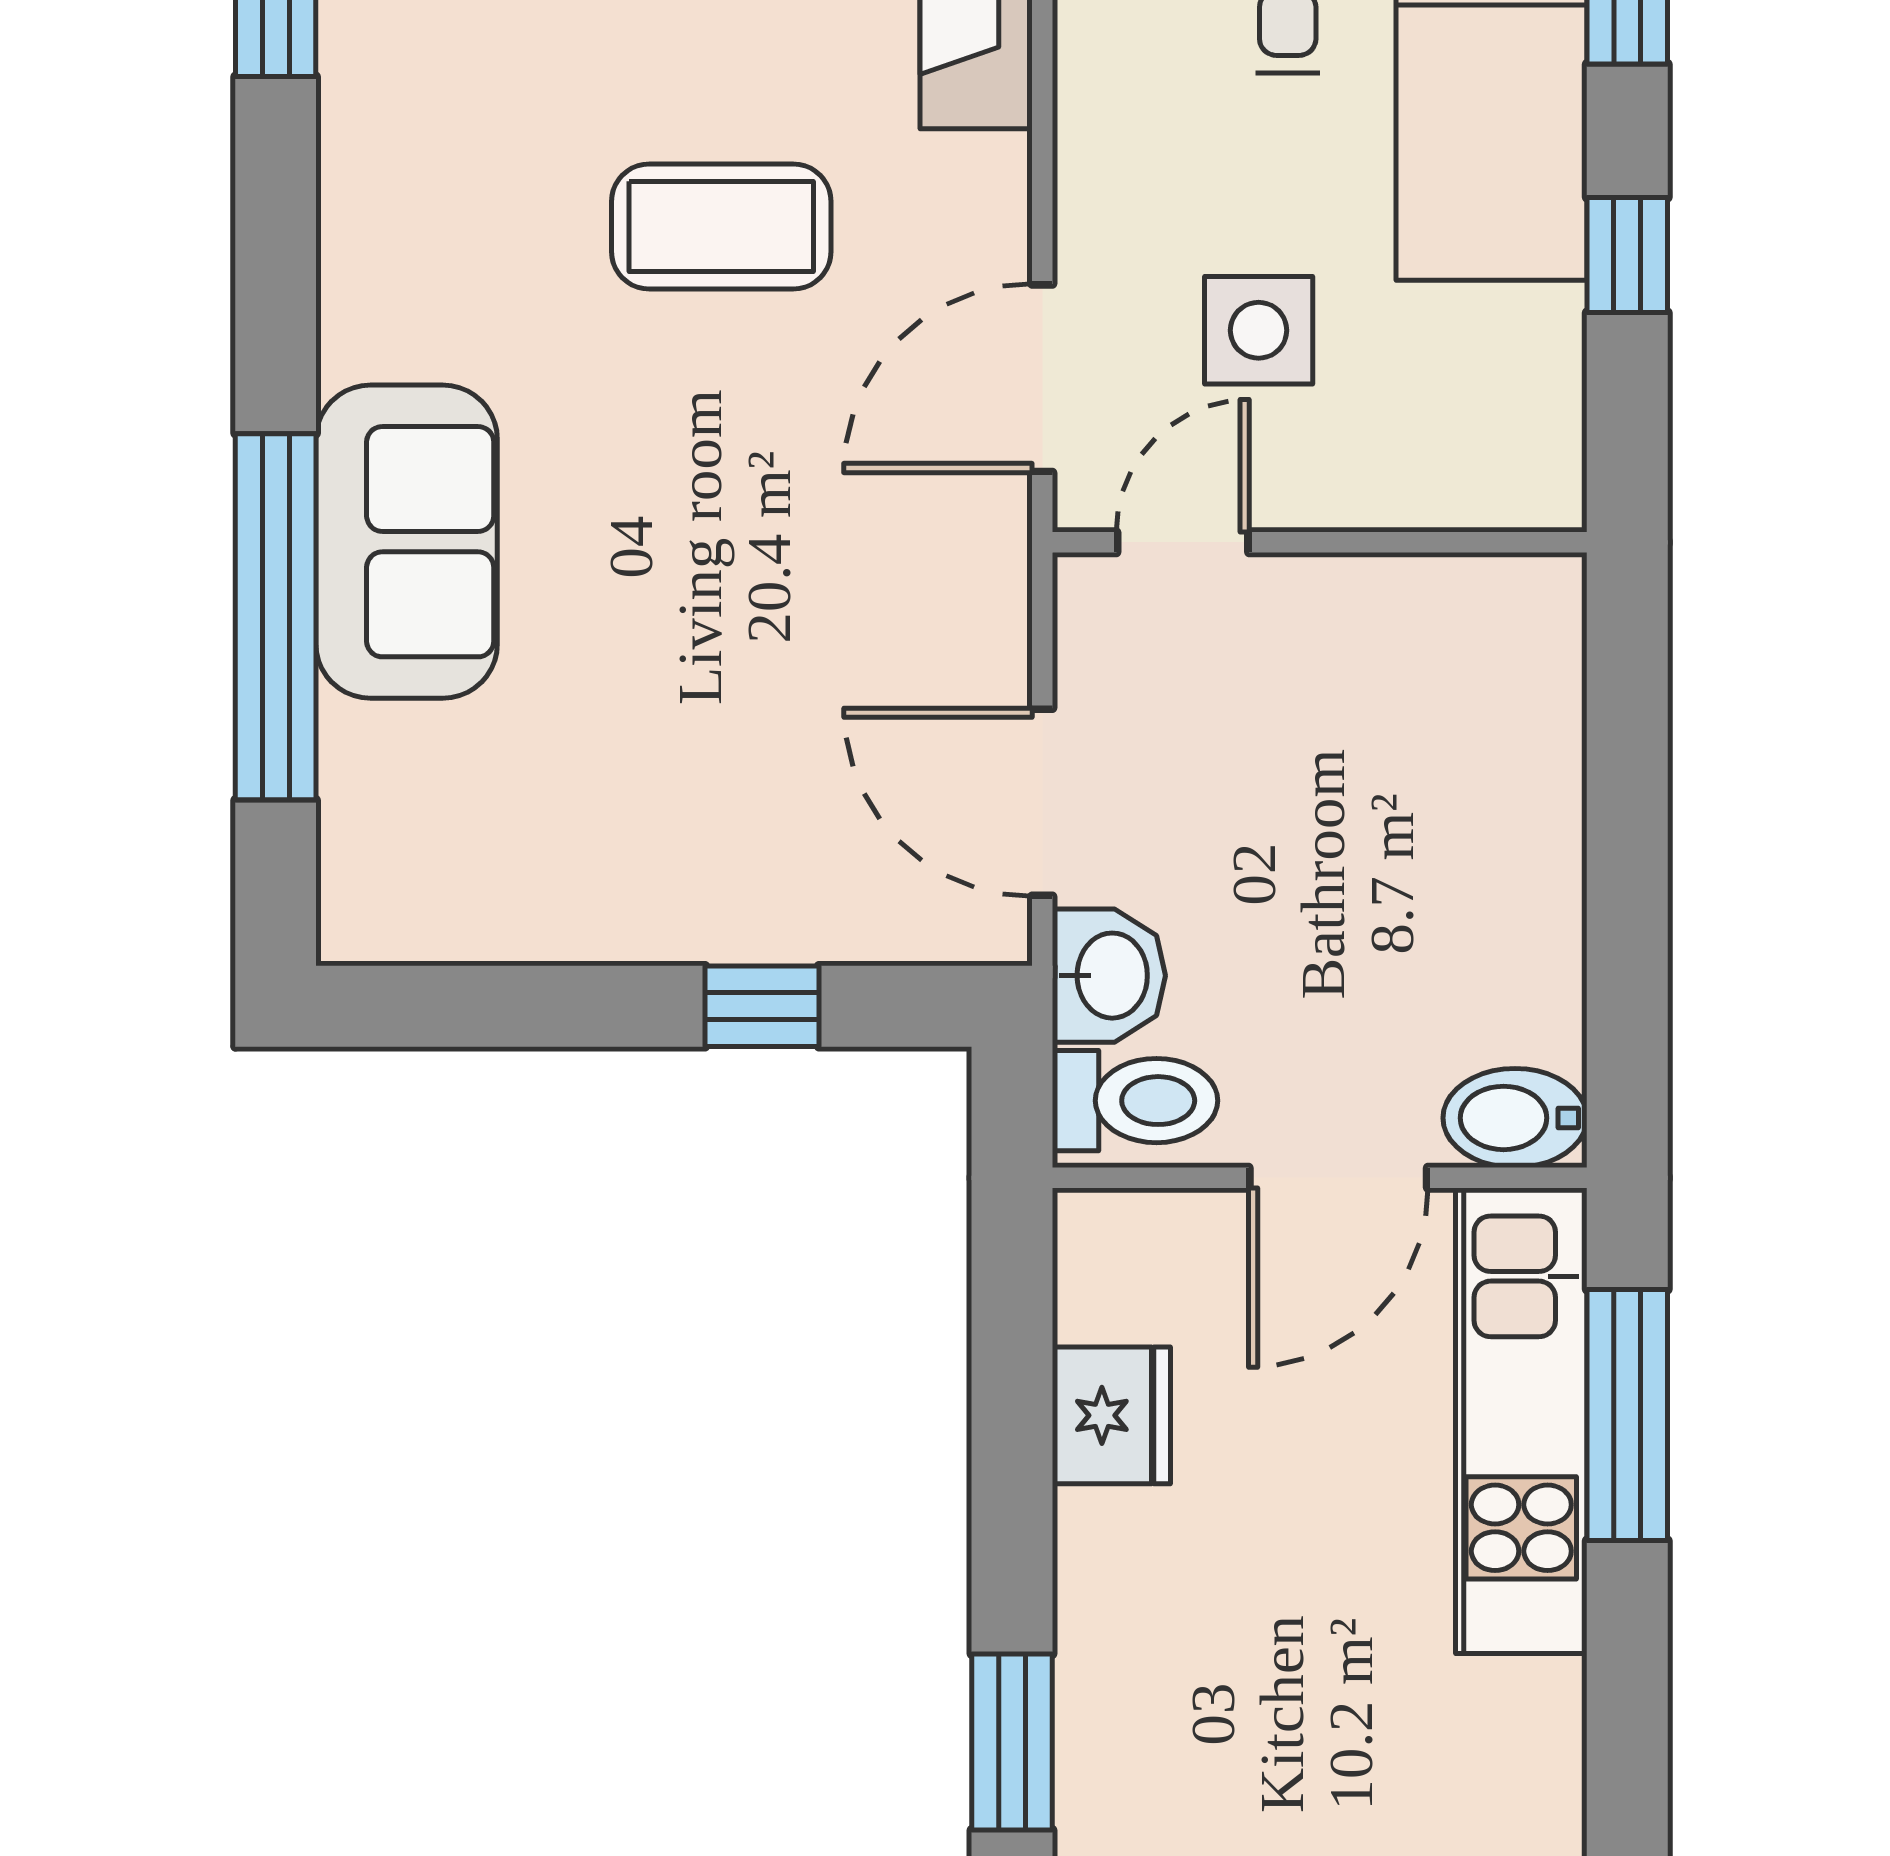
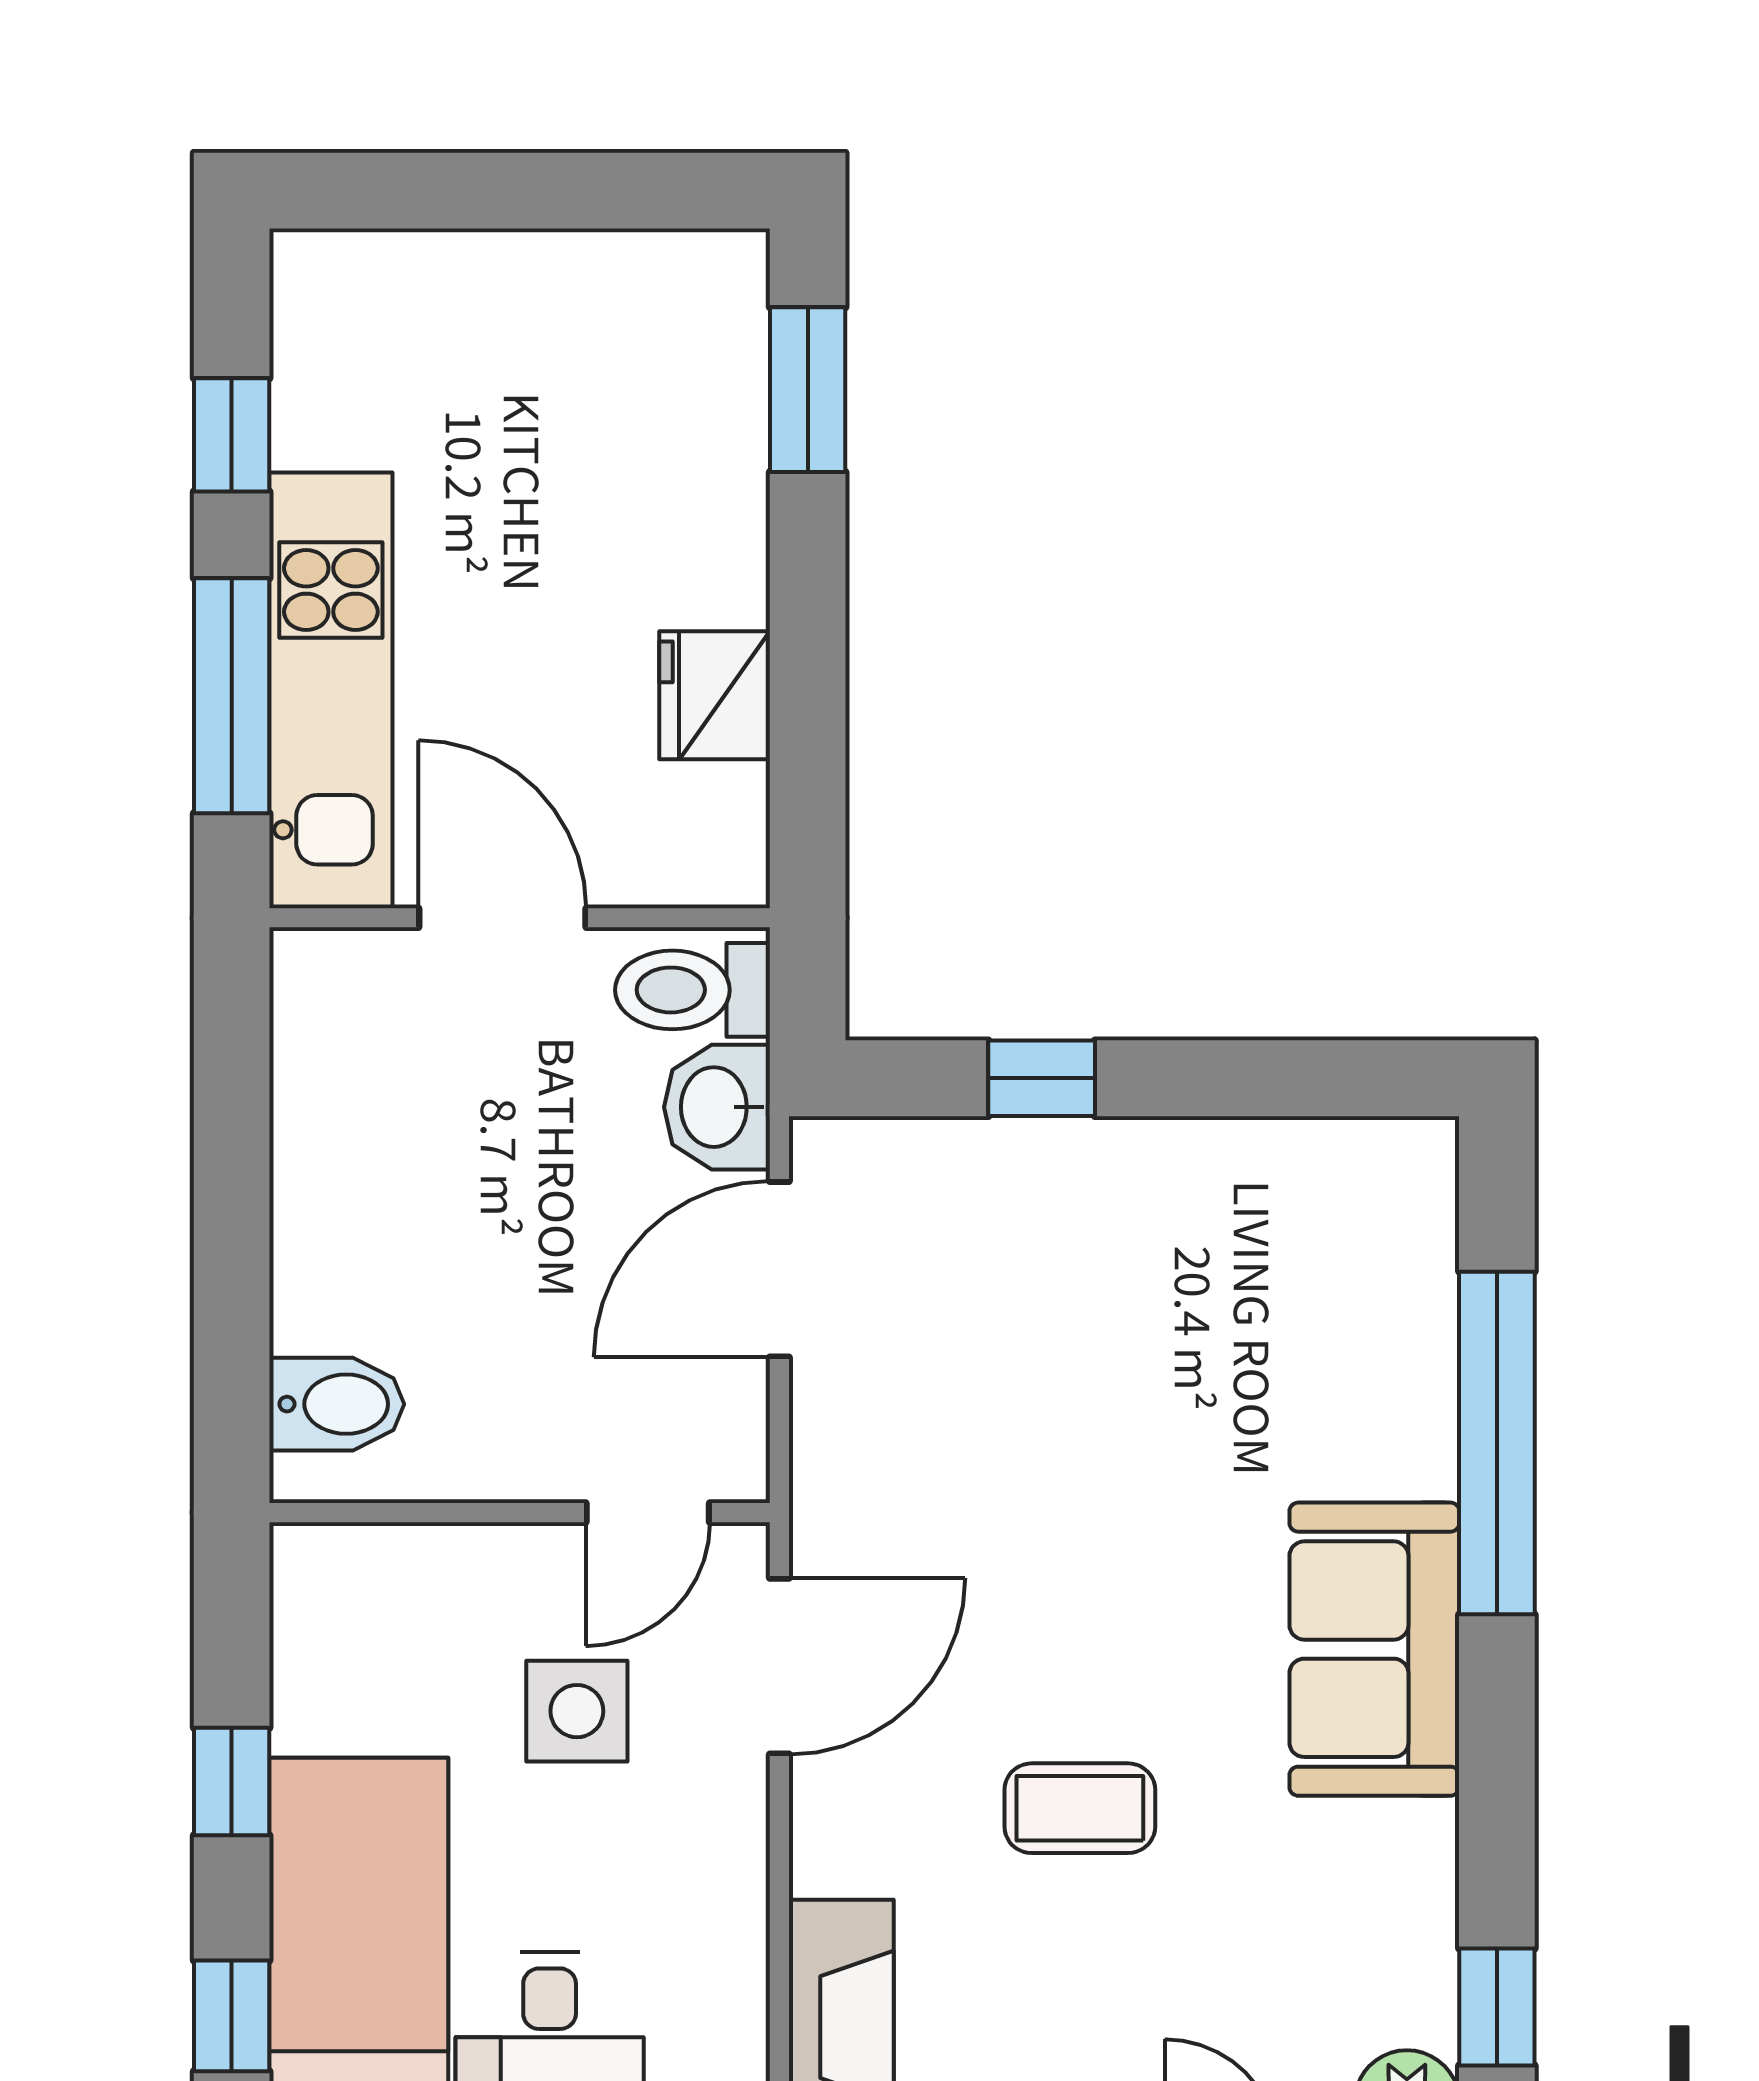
coffee table: (721, 226) -> (1080, 1808), width x0.73, depth x0.77
sofa: (407, 542) -> (1374, 1649), moved
door: (1042, 802) -> (779, 1269), swing flipped
bidet: (1515, 1118) -> (337, 1404), moved
door: (1338, 1178) -> (502, 918), hinge flipped
window: (1627, 1693) -> (232, 435), added

